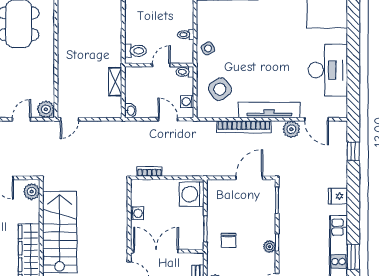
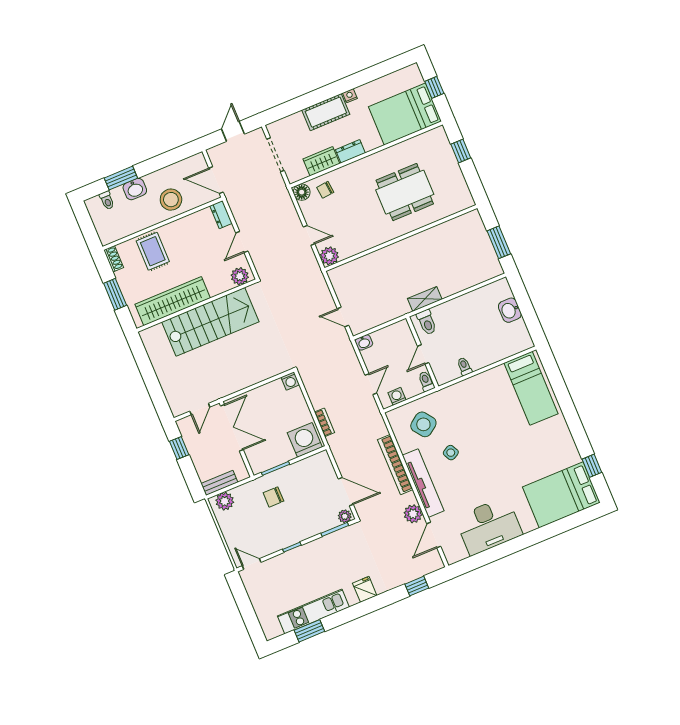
side table: (208, 48) -> (451, 453), moved
door: (161, 65) -> (423, 354), swing flipped
shelving: (115, 82) -> (425, 299), moved
door: (69, 119) -> (343, 317), moved
bookcase: (149, 171) -> (324, 422), moved
washing machine: (137, 213) -> (290, 381), moved
plant: (270, 247) -> (345, 516), moved

